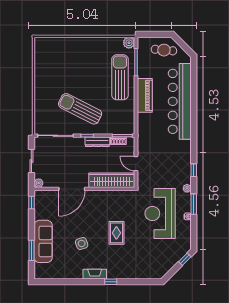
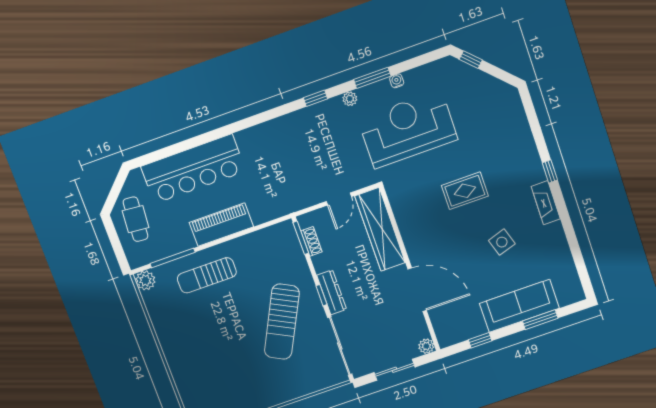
sun lounger: (120, 77) -> (207, 275), width x0.73, depth x0.75
bar counter: (180, 101) -> (193, 169), width x0.73
dresser: (97, 142) -> (332, 292), moved
window: (31, 203) -> (480, 340), moved
reception desk: (160, 213) -> (408, 129), turned 180

